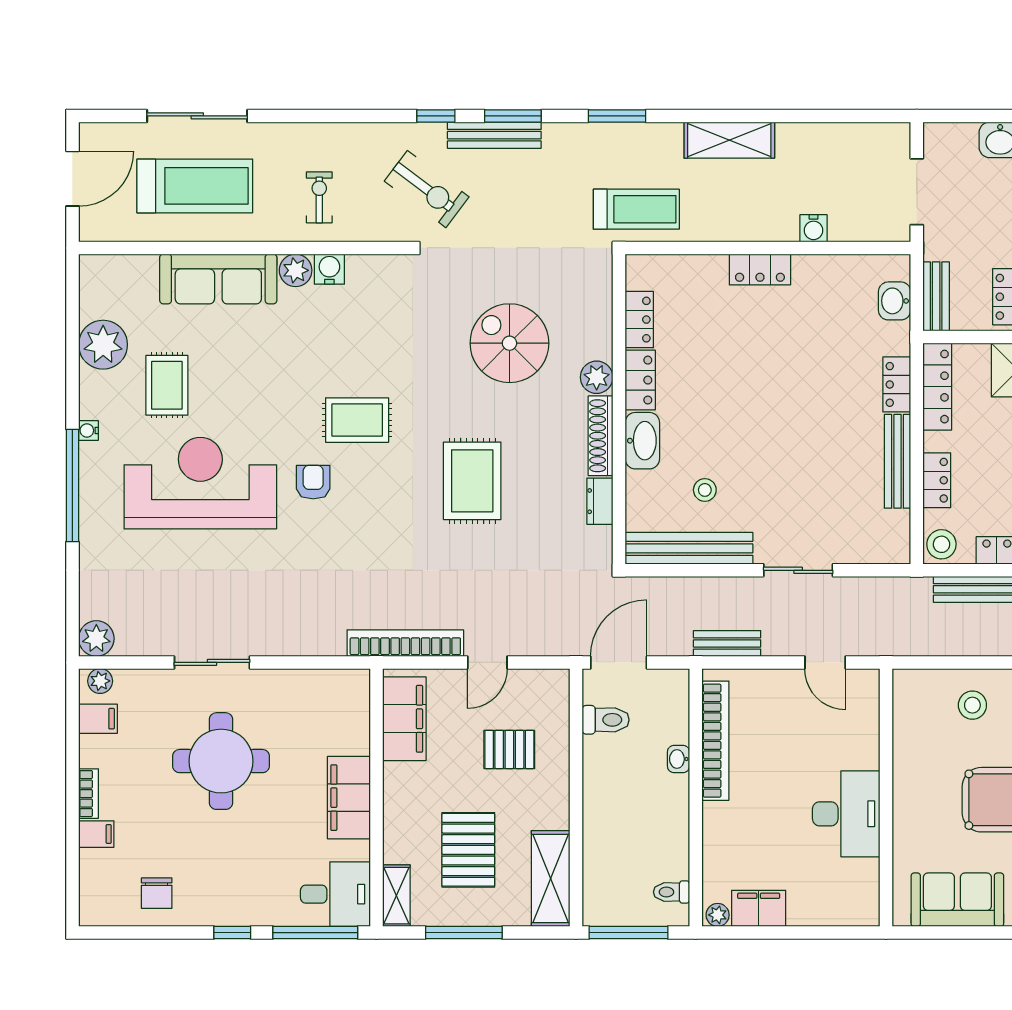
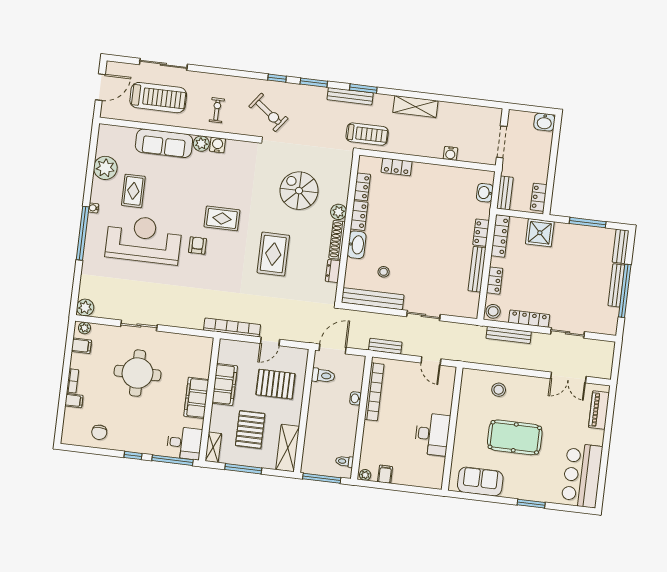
bench: (494, 135) -> (350, 96), moved
locker: (760, 270) -> (397, 167), moved
filing cabinet: (404, 719) -> (225, 384), moved
pallet: (509, 750) -> (276, 384), width x1.50, depth x1.42
filing cabinet: (759, 908) -> (385, 474), width x0.50

